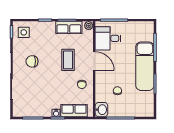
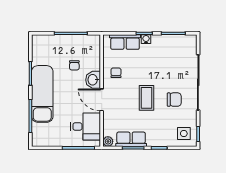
coffee table: (68, 60) -> (146, 98), moved
washbasin: (101, 110) -> (93, 80), moved

